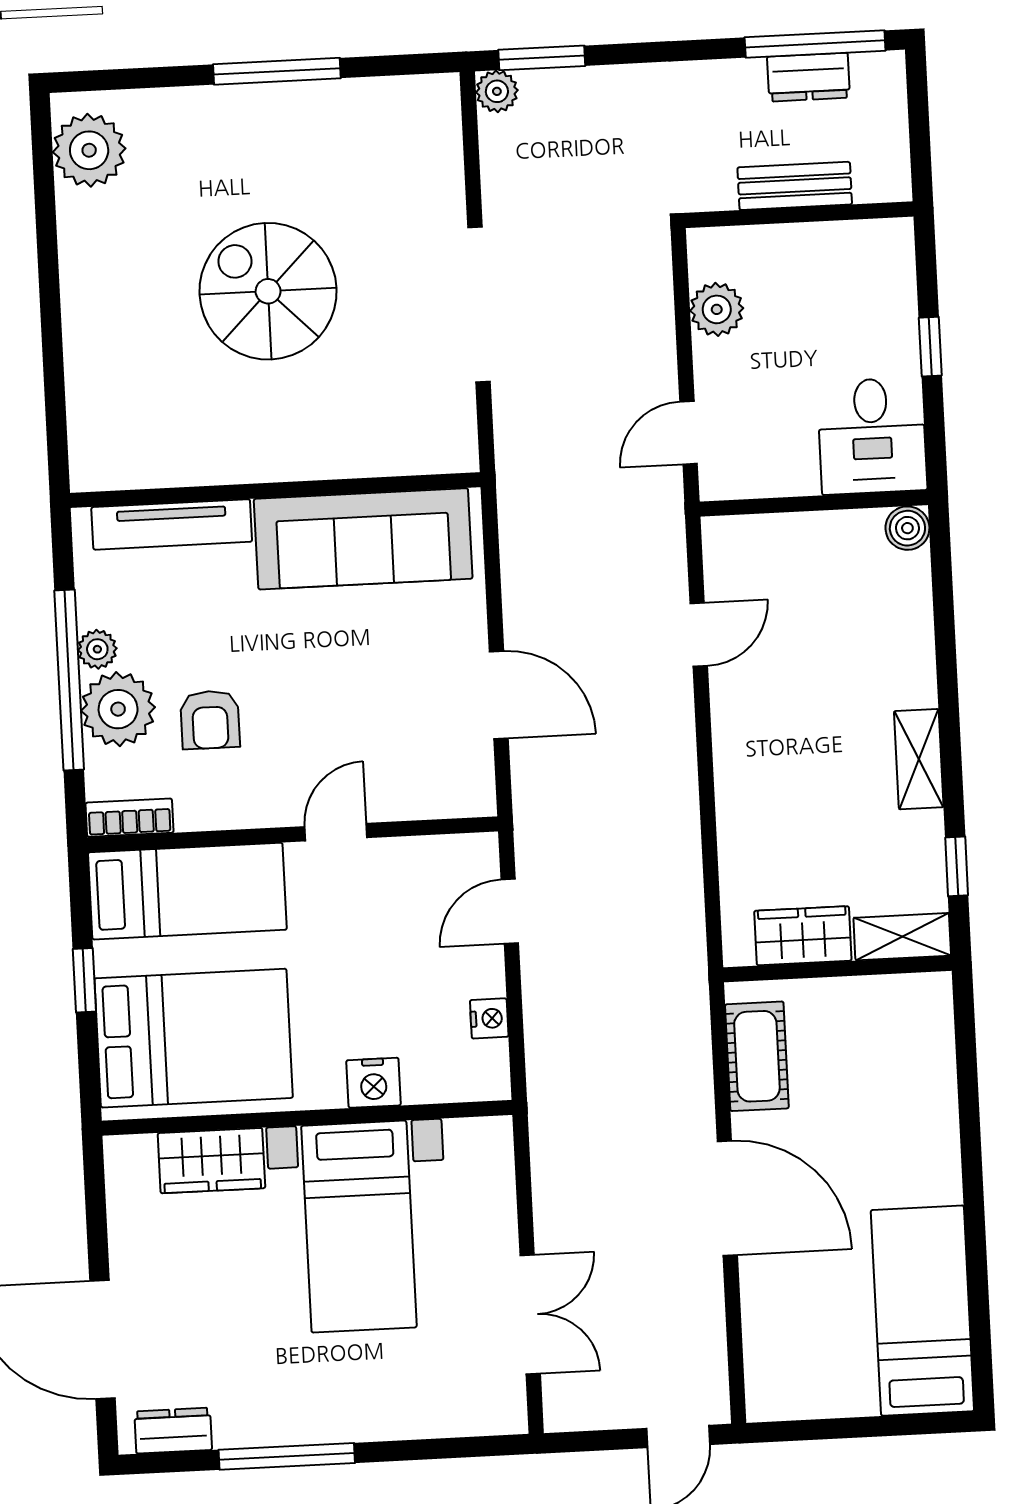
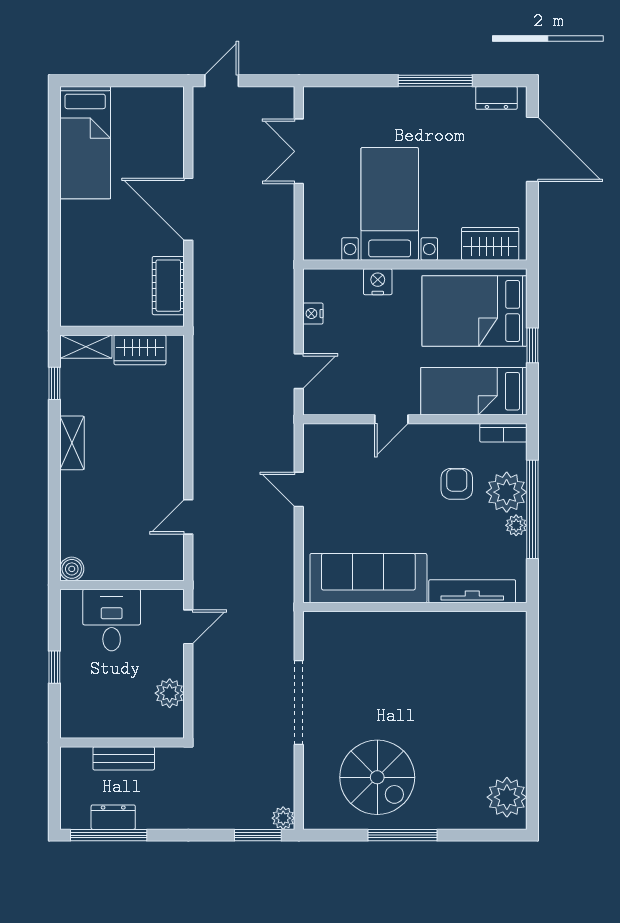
spiral stairs: (268, 291) -> (377, 777), moved
desk: (872, 436) -> (112, 620), moved
door: (499, 695) -> (299, 489), width x0.73
wardrobe: (211, 1161) -> (490, 244), moved

